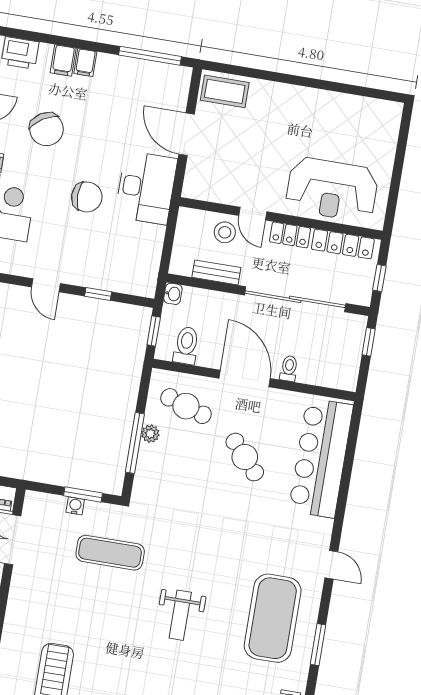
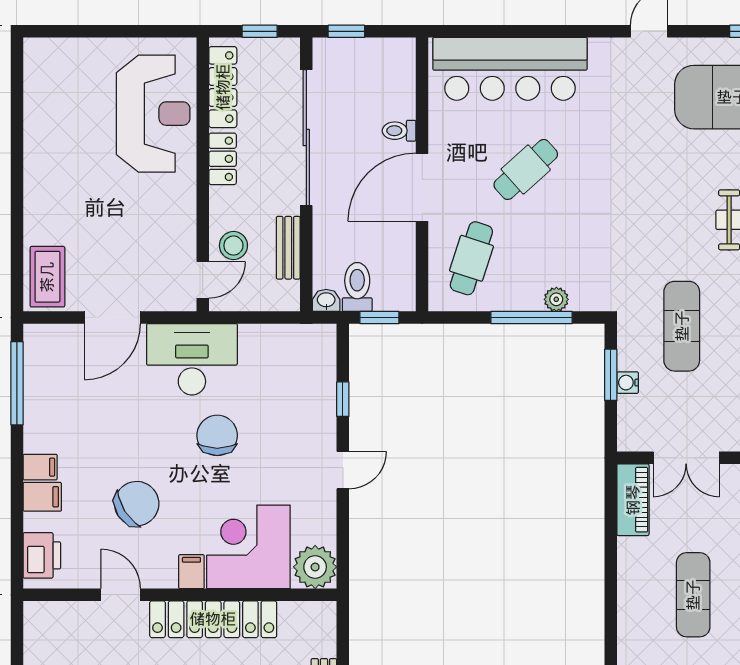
door: (253, 214) -> (203, 280), moved
toilet: (186, 346) -> (357, 287), moved, turned 90
plant: (150, 434) -> (556, 299), moved

